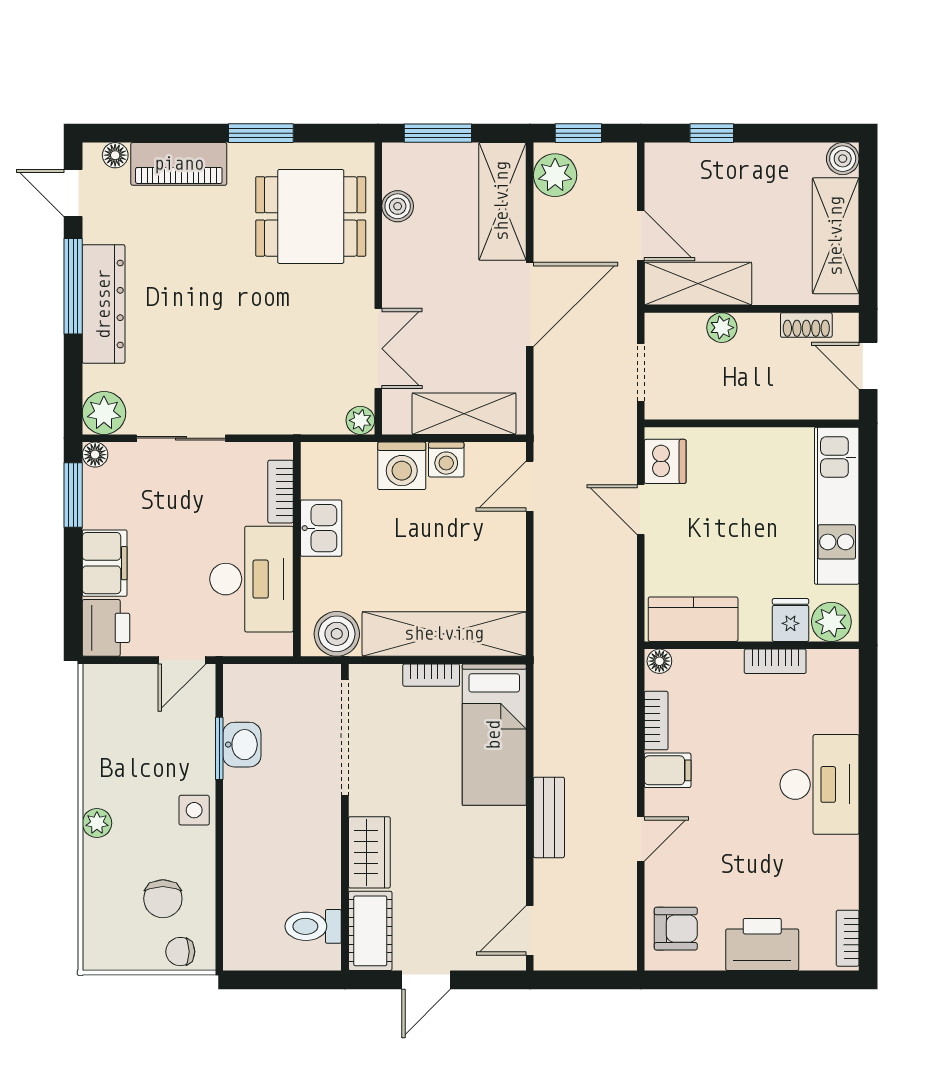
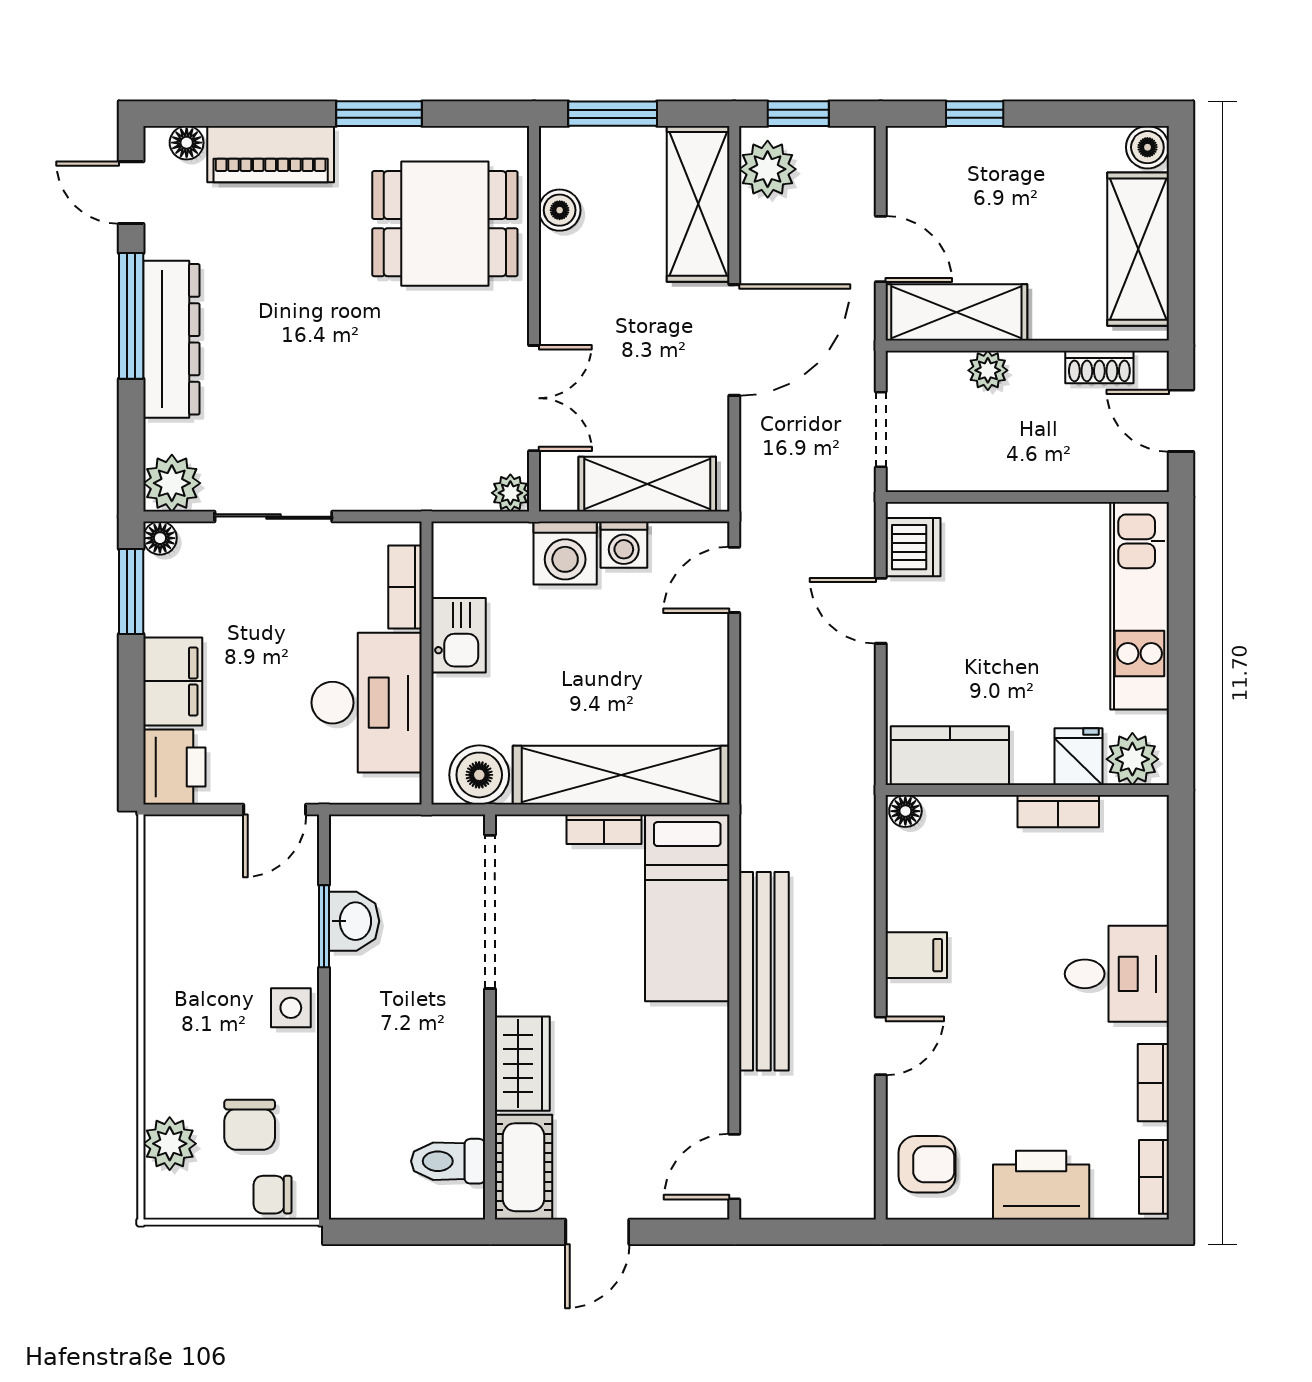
bookcase: (656, 721) -> (1153, 1083), moved, turned 180
desk: (820, 784) -> (1117, 974), width x0.73
bench: (549, 817) -> (764, 971), width x1.86, depth x1.21
plant: (97, 823) -> (170, 1144), moved, width x1.38, depth x1.38

